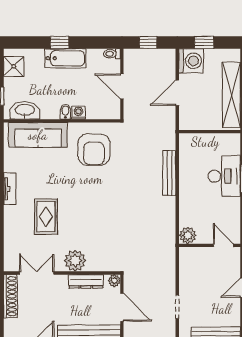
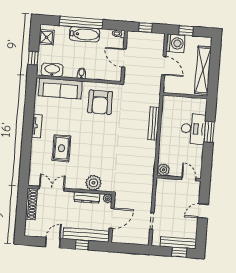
window: (60, 42) -> (81, 23), width x3.17
door: (177, 93) -> (164, 66), swing flipped
washing machine: (79, 113) -> (91, 75), removed
plant: (75, 261) -> (93, 183), moved
door: (122, 307) -> (112, 218), hinge flipped

